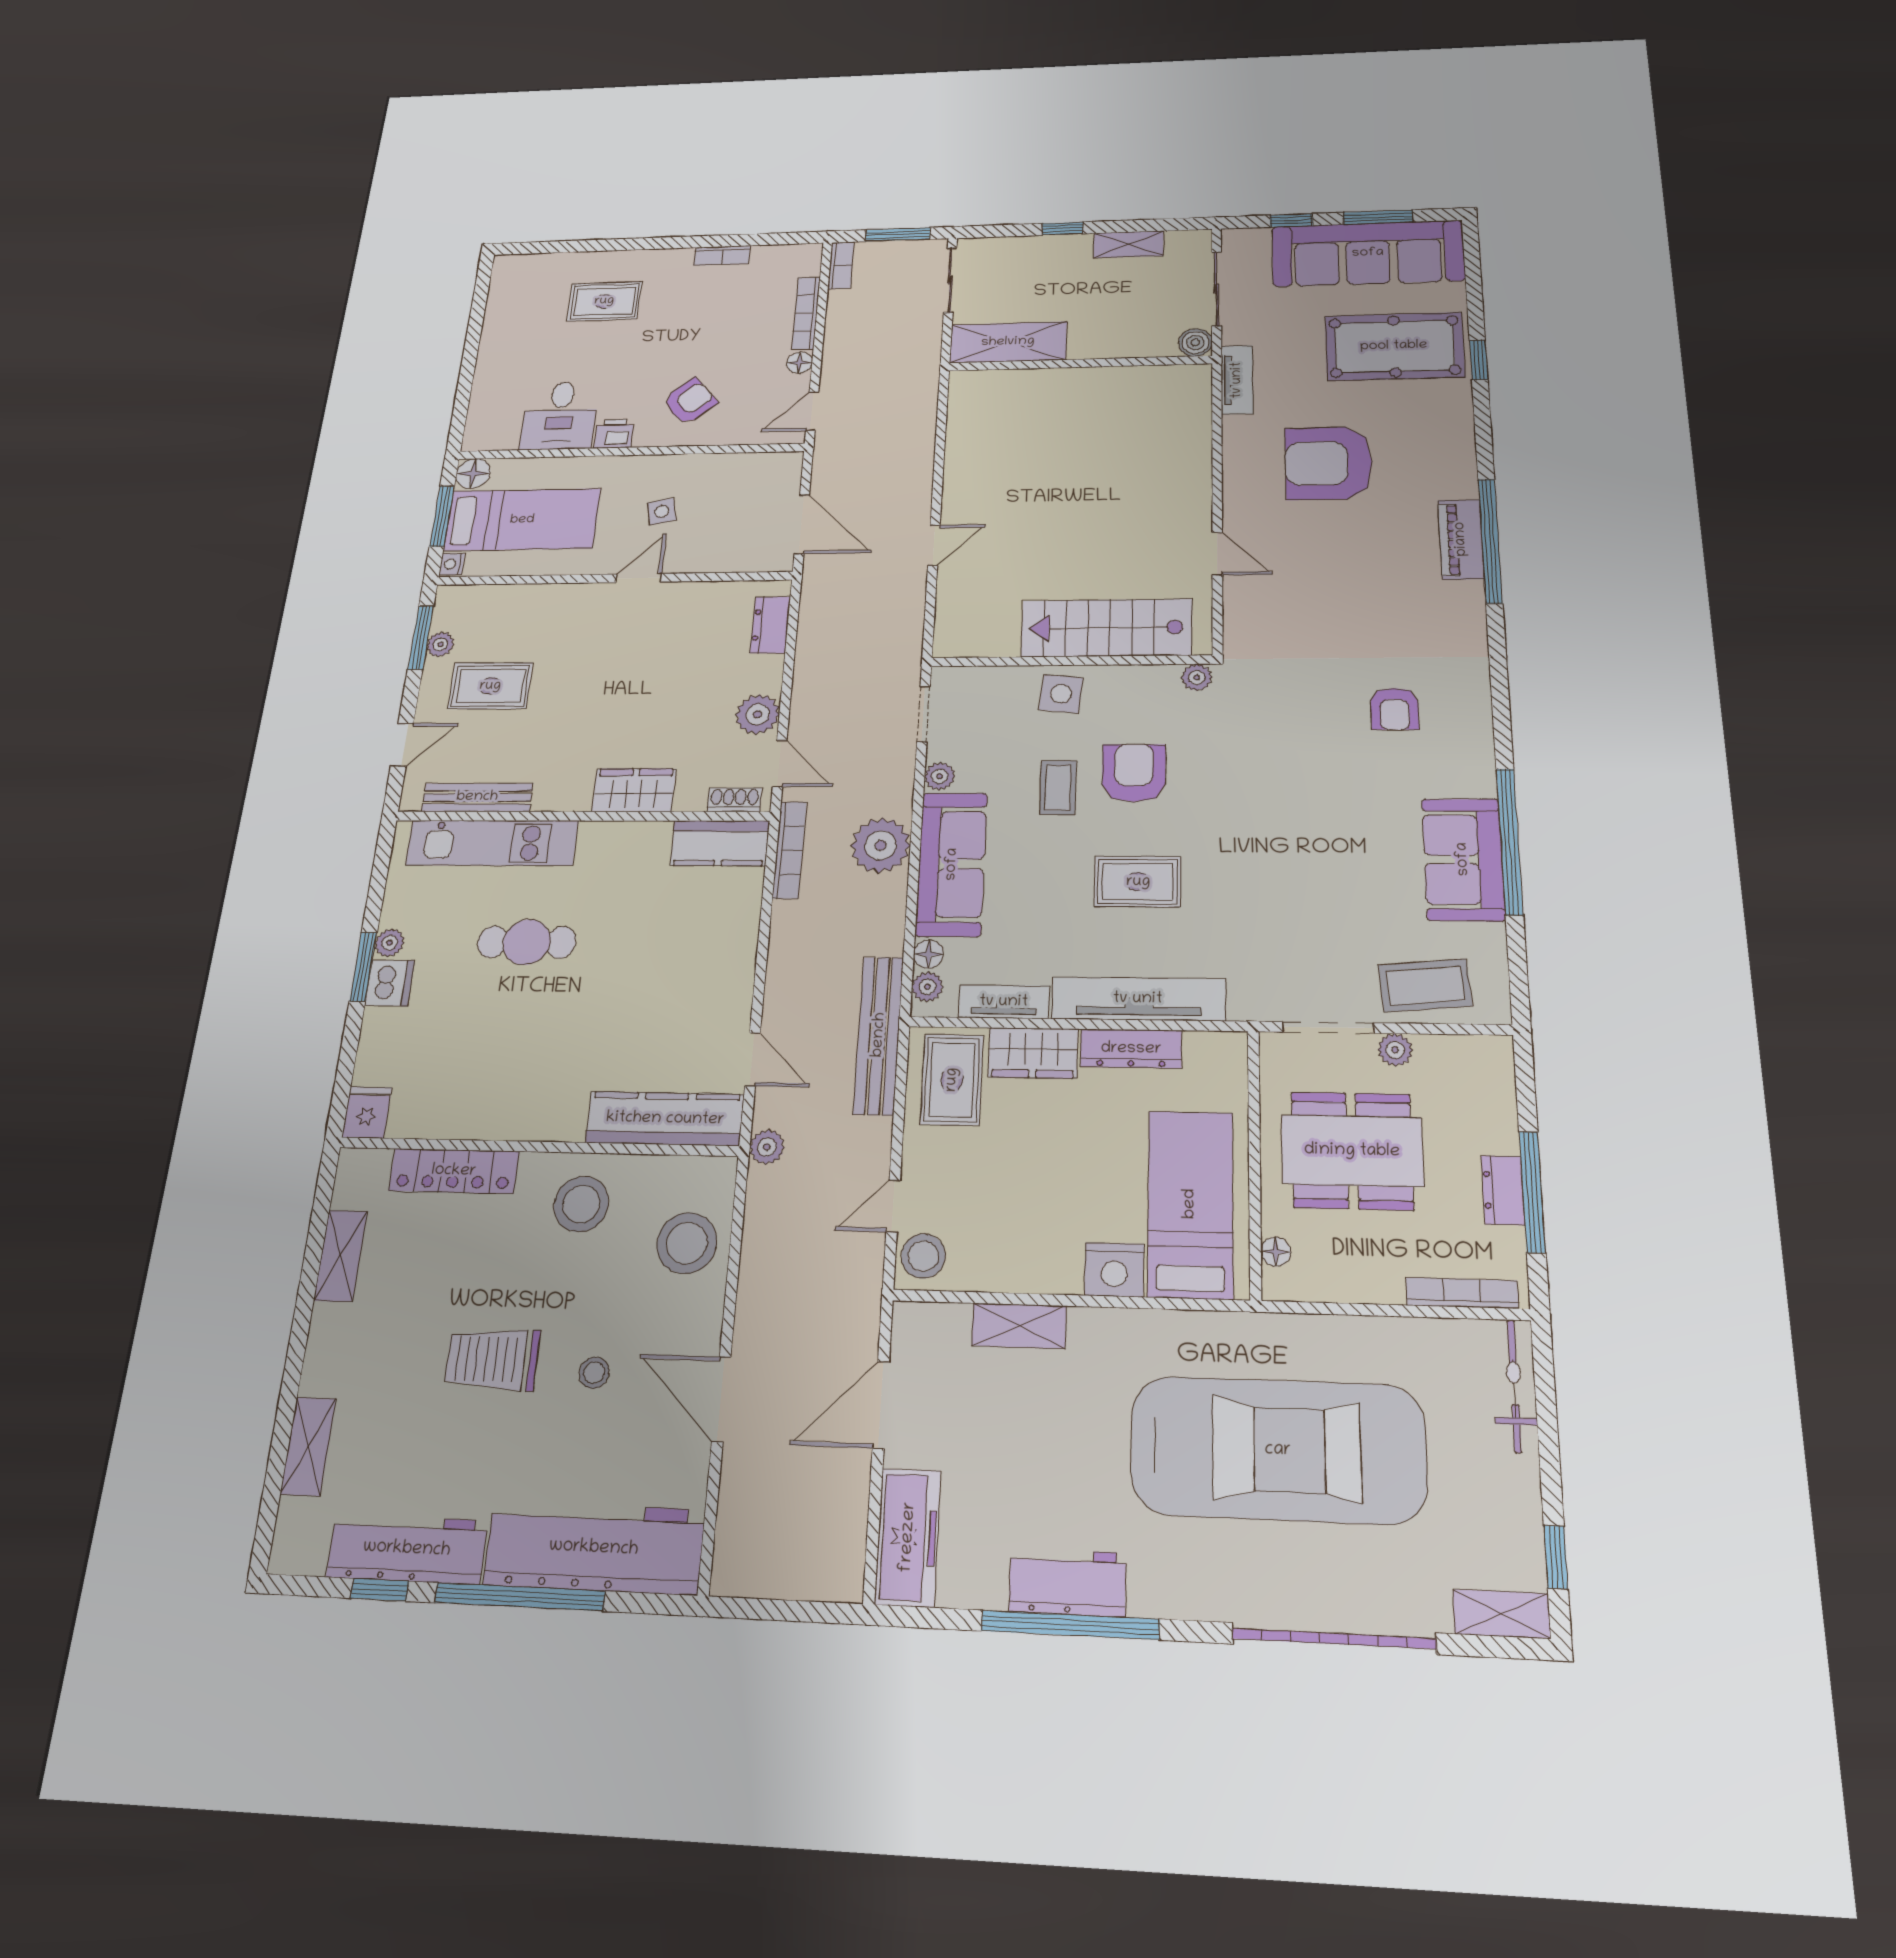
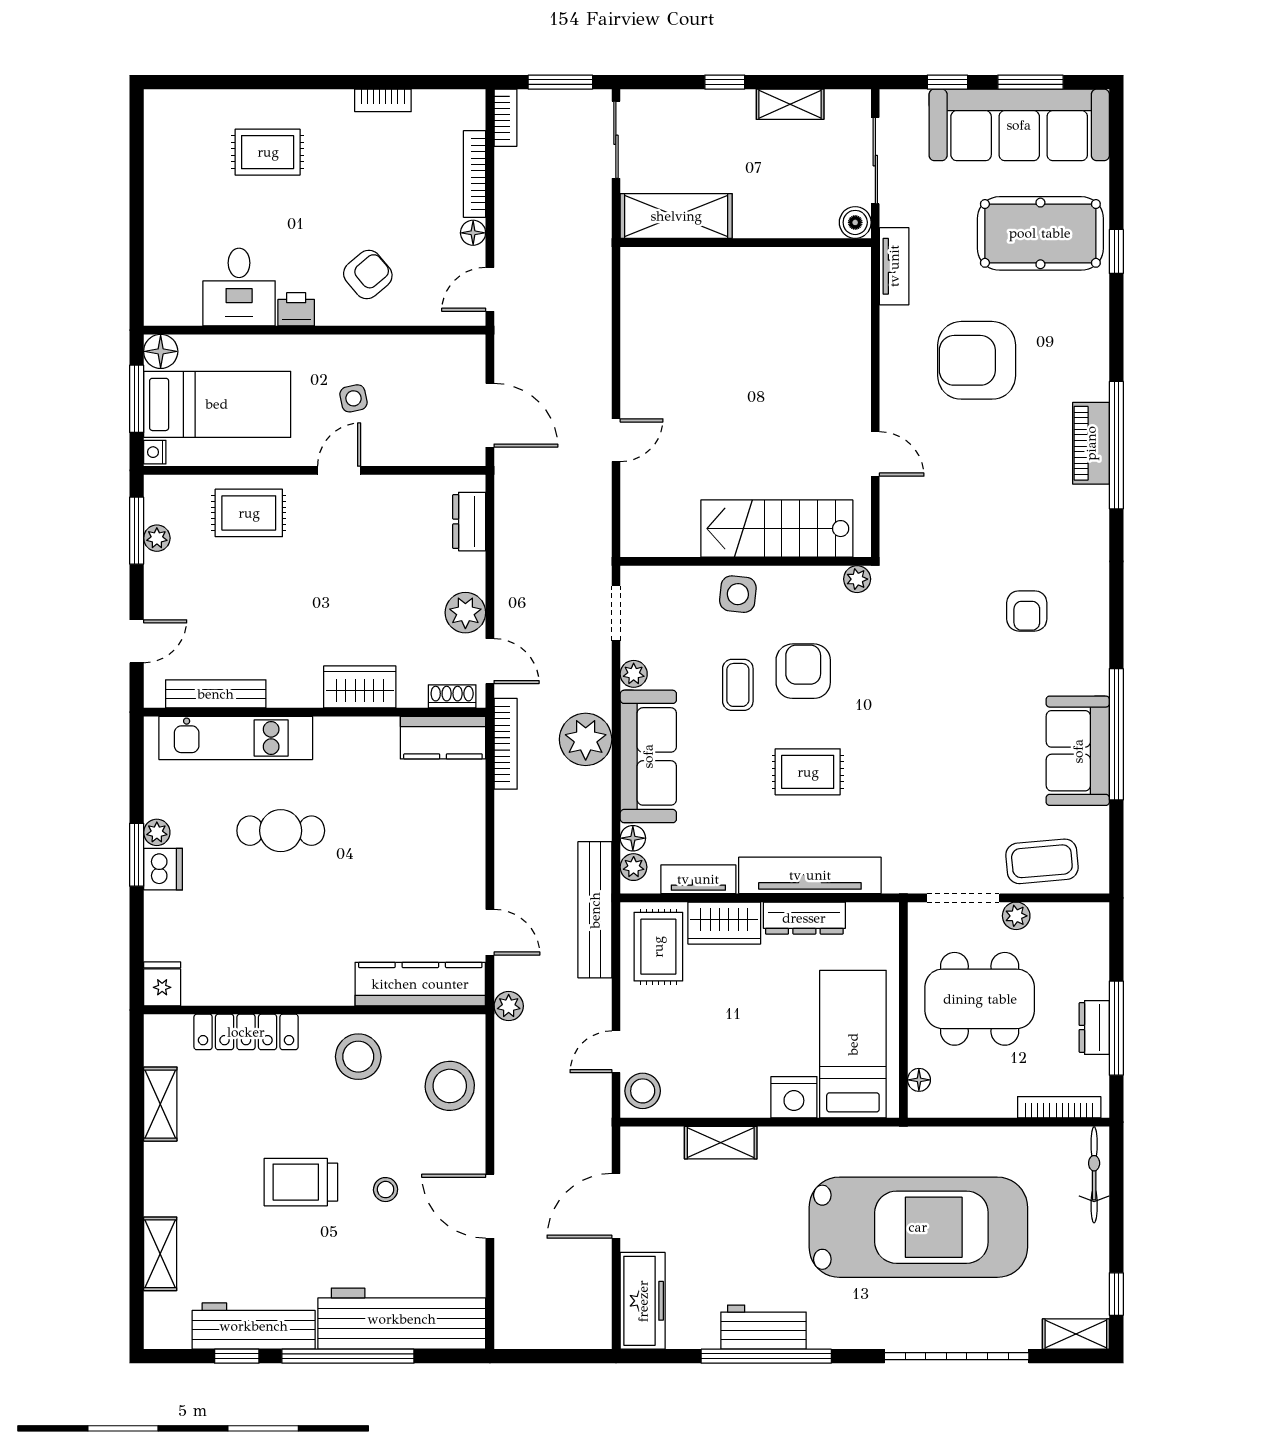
rug: (490, 686) -> (249, 513), moved

